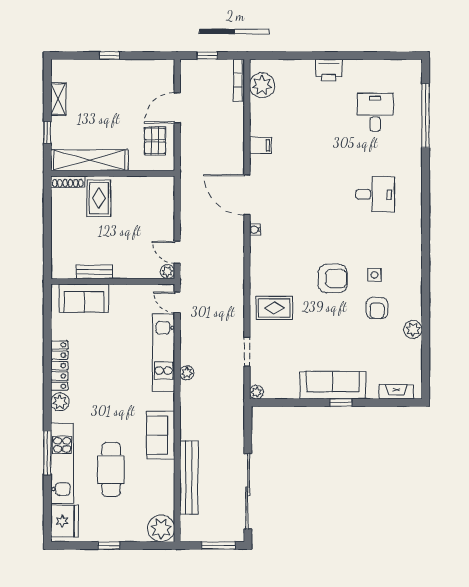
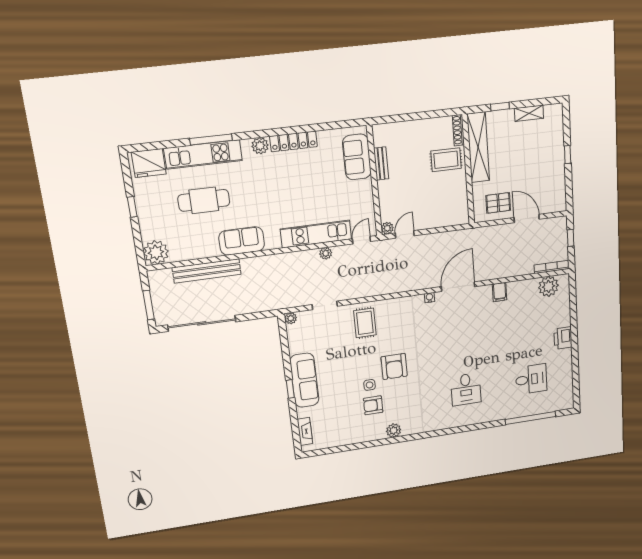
side table: (374, 275) -> (370, 385), moved
plant: (413, 329) -> (394, 430), moved
plant: (187, 373) -> (326, 253), moved

